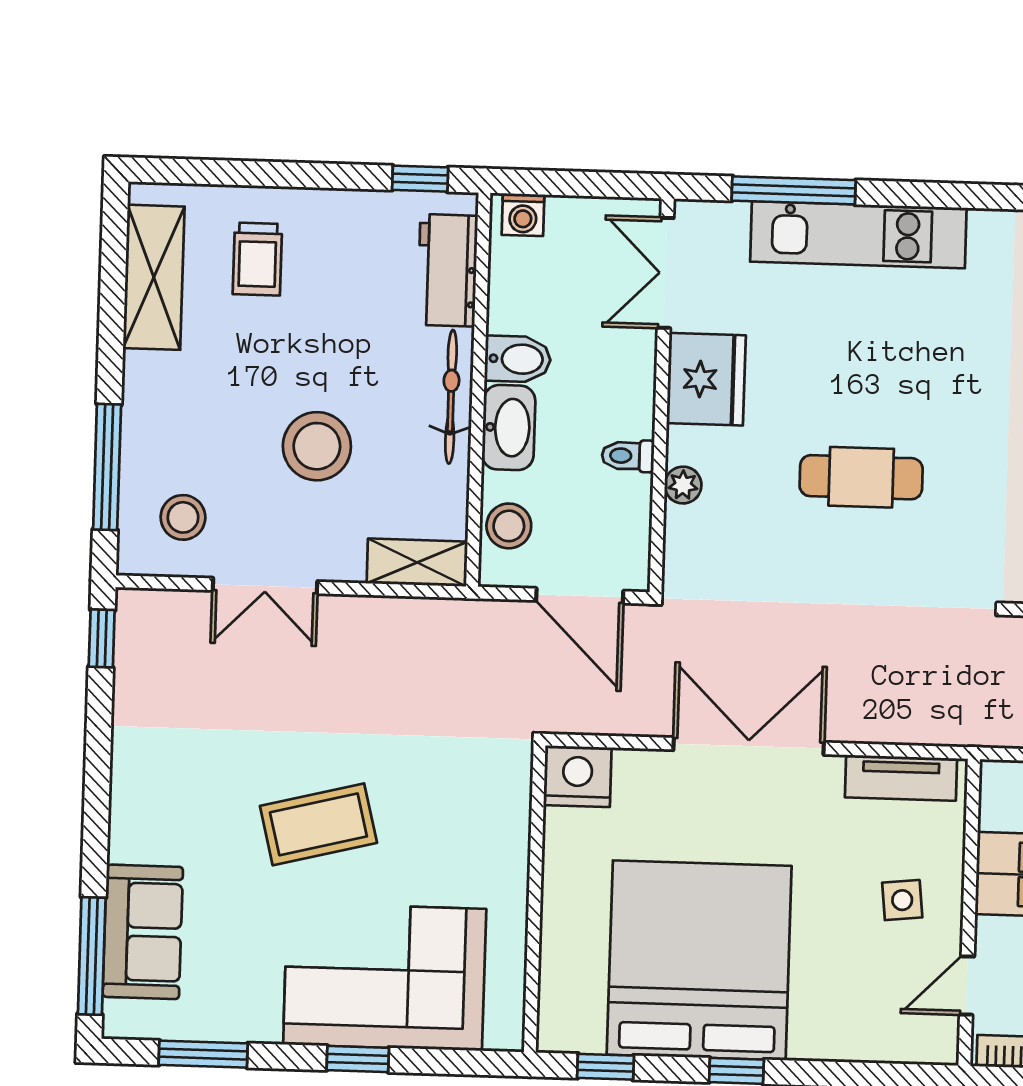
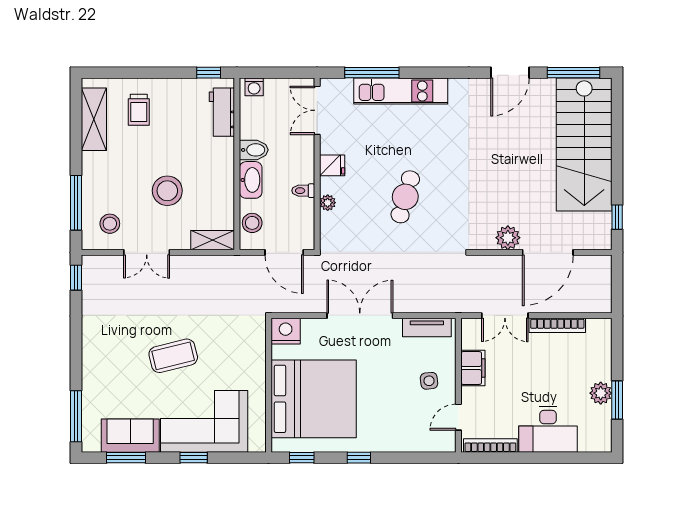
fridge: (706, 379) -> (332, 165), width x0.53, depth x0.75
bicycle: (451, 397) -> (225, 167), removed
cafe table: (861, 477) -> (405, 197), turned -74
sofa: (143, 932) -> (130, 436), moved, turned -90
bed: (699, 960) -> (314, 399), moved, turned 90

